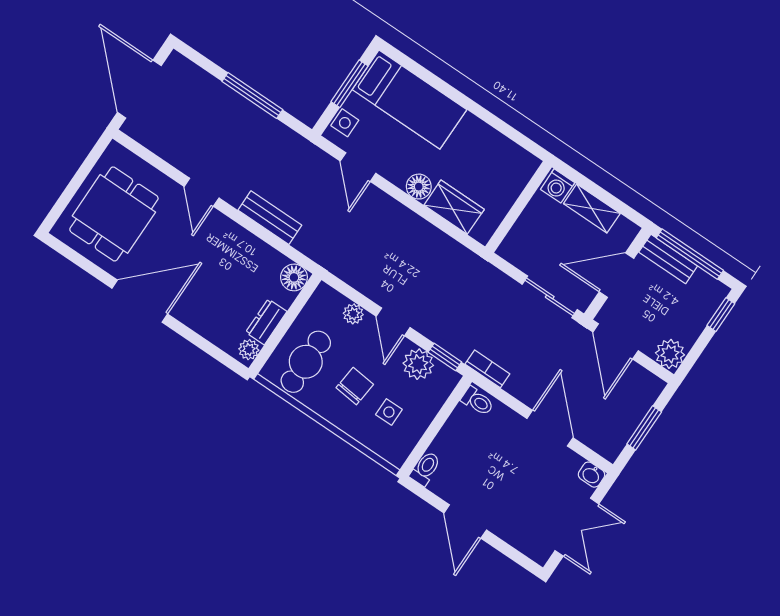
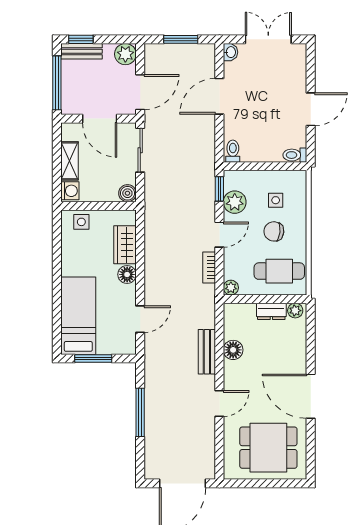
side table: (345, 123) -> (81, 222), moved
boiler: (511, 249) -> (127, 193), added
bench: (668, 259) -> (82, 51), moved, turned 90
floor lamp: (294, 277) -> (233, 350), moved
plant: (353, 314) -> (231, 288), moved
bookcase: (487, 369) -> (209, 268), moved

